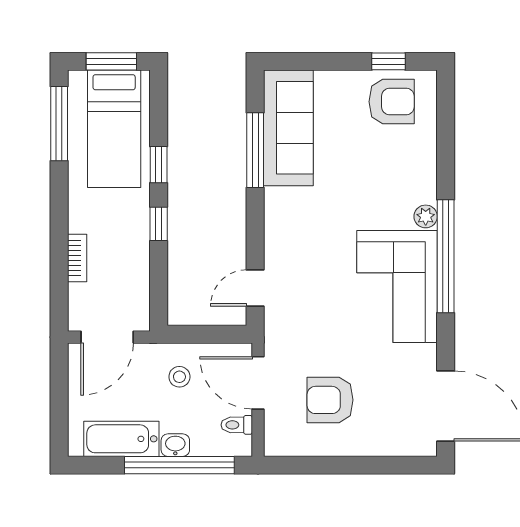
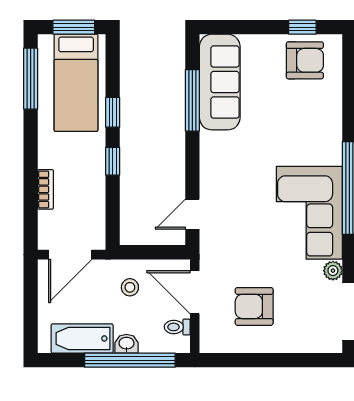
plant: (426, 216) -> (333, 271), moved

